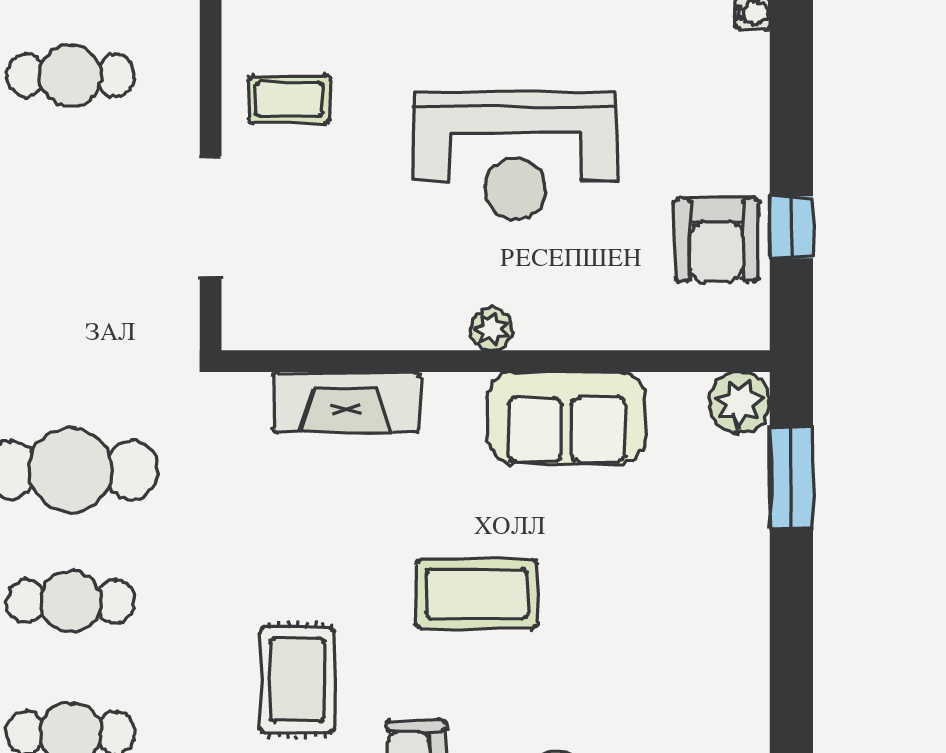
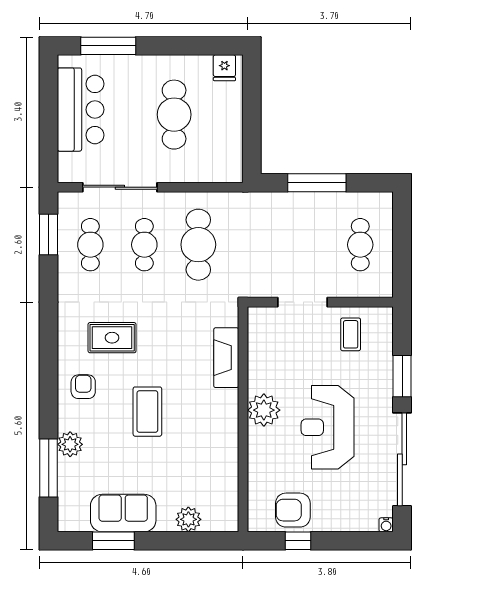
plant: (492, 329) -> (264, 410), width x1.88, depth x1.88
plant: (739, 403) -> (188, 519), moved
sofa: (567, 418) -> (123, 513), moved, turned 90
window: (791, 478) -> (113, 541), moved

